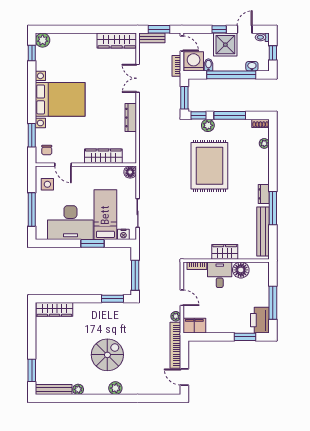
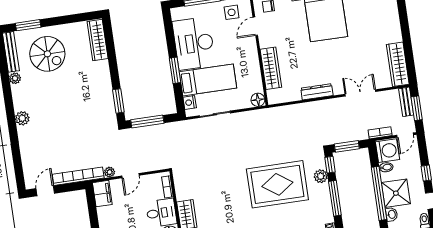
shower: (225, 45) -> (396, 193), moved
spiral stairs: (107, 355) -> (47, 54), moved

